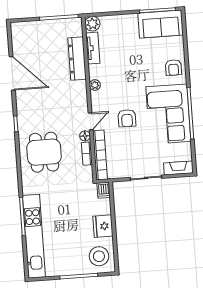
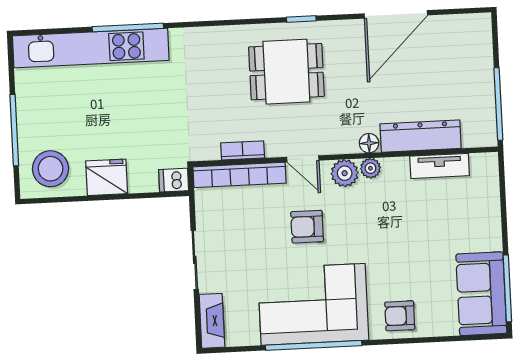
plant: (92, 24) -> (345, 173), moved
floor lamp: (85, 136) -> (369, 143), moved
dining table: (44, 152) -> (286, 72), moved

